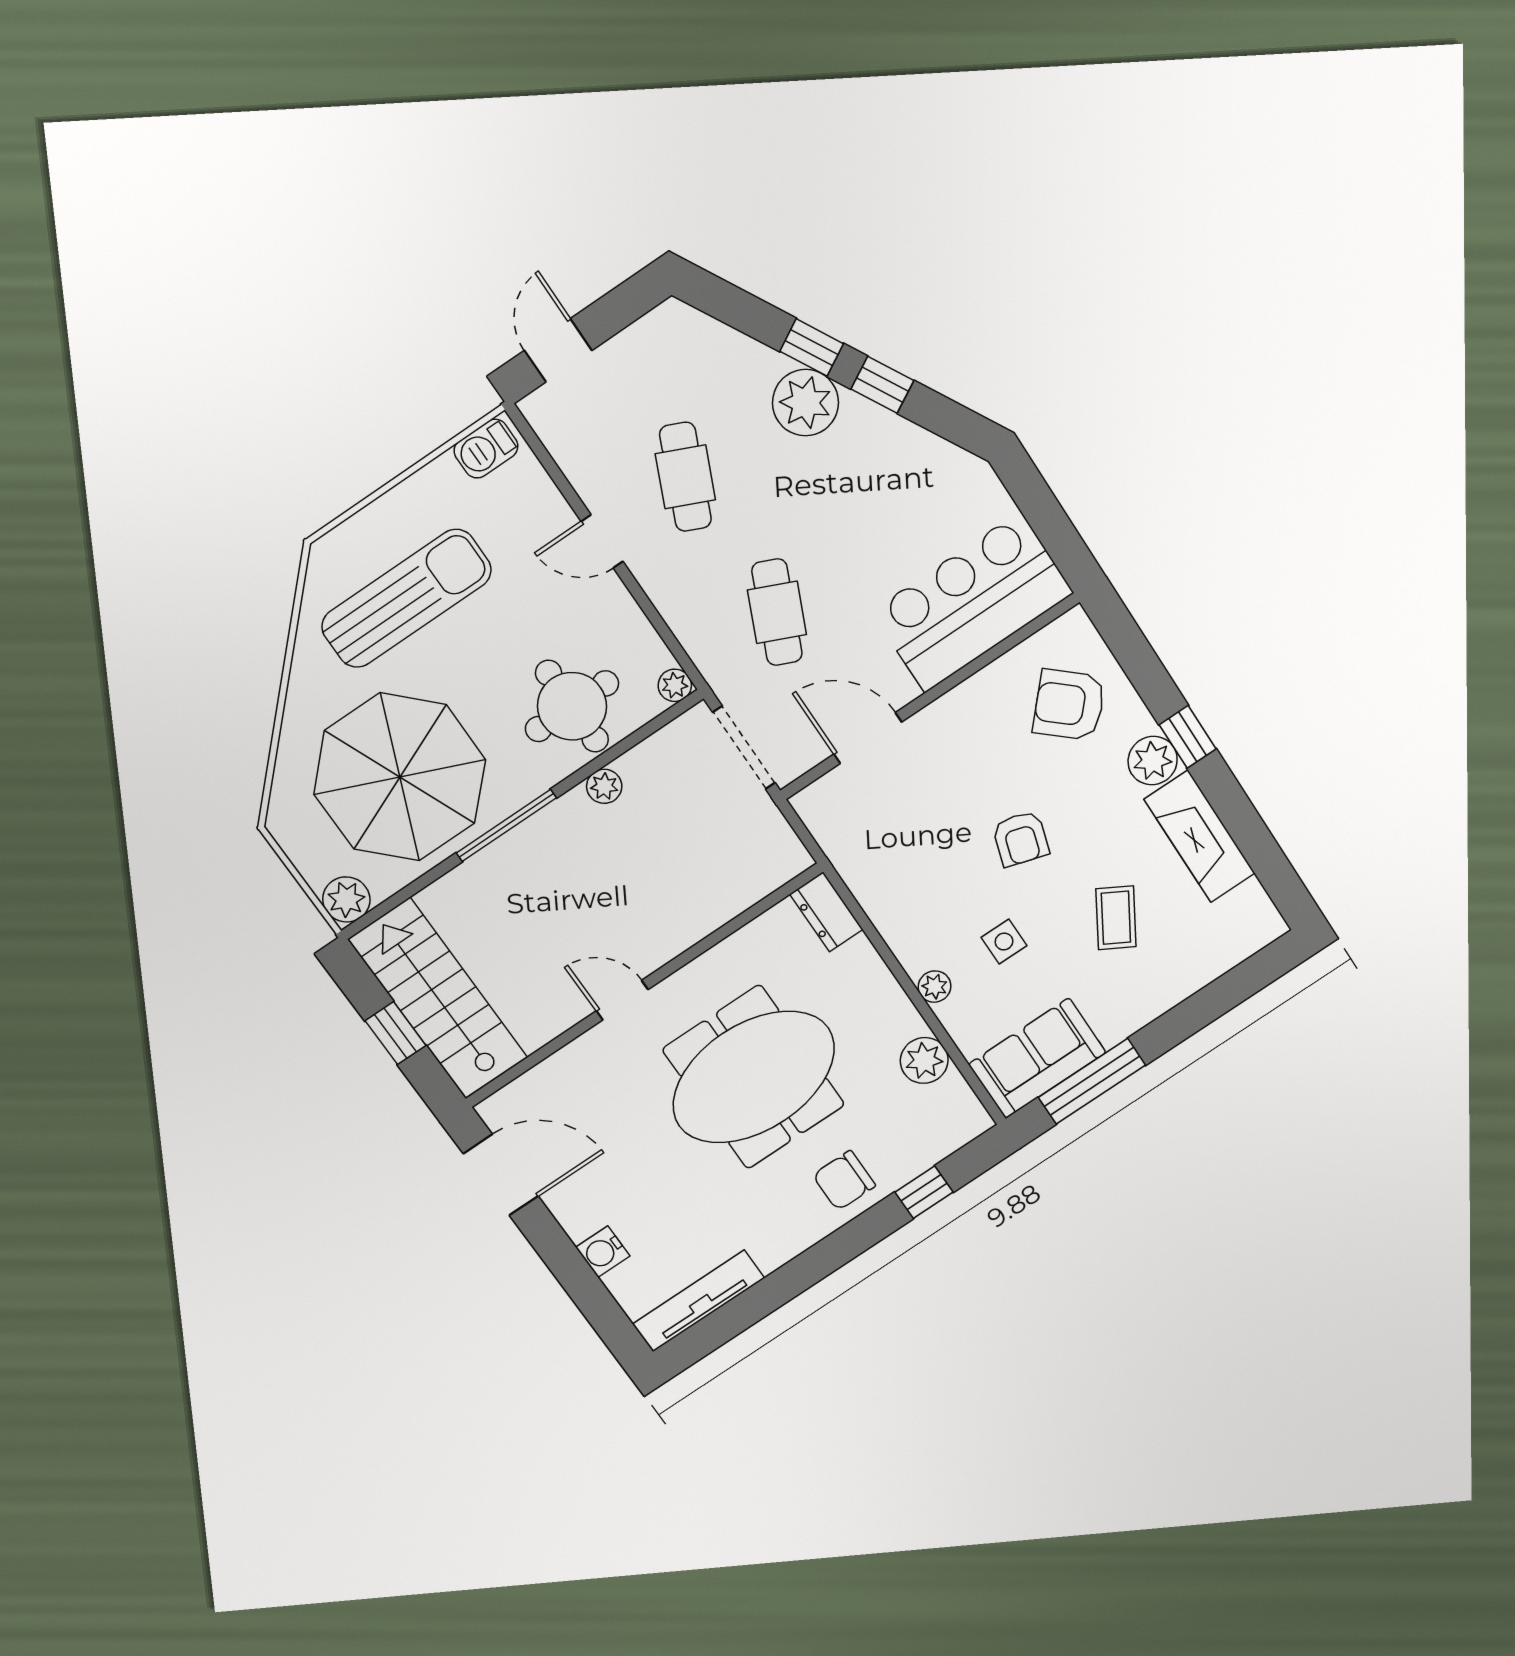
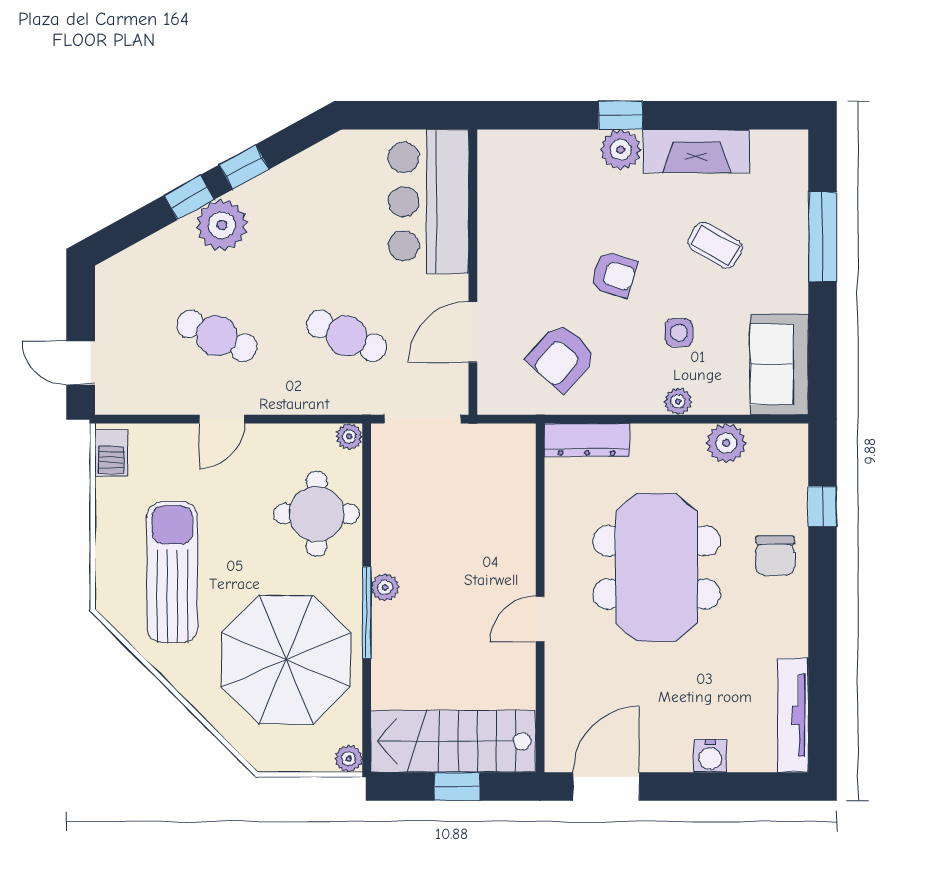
armchair: (1069, 705) -> (562, 358), moved
plant: (604, 786) -> (385, 587), moved
plant: (346, 899) -> (349, 759), width x0.73, depth x0.73
dresser: (826, 912) -> (587, 440), width x1.44
window: (1092, 1081) -> (823, 237), moved

